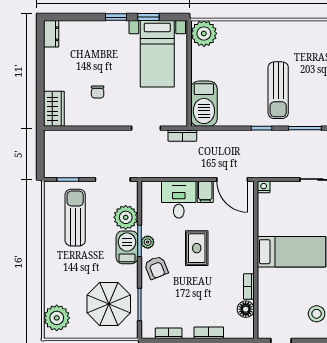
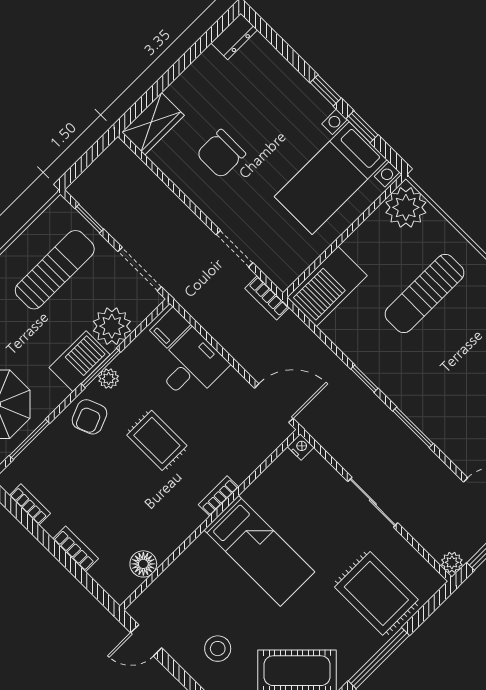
sun lounger: (278, 90) -> (425, 294), moved
chair: (98, 92) -> (221, 154), width x1.87, depth x1.87
door: (232, 179) -> (274, 403), swing flipped
filing cabinet: (205, 192) -> (170, 327), moved
rug: (197, 248) -> (157, 440), turned 90
bookcase: (249, 287) -> (219, 496), moved

